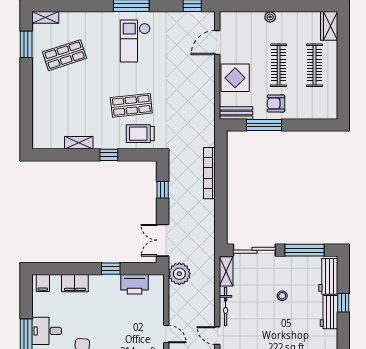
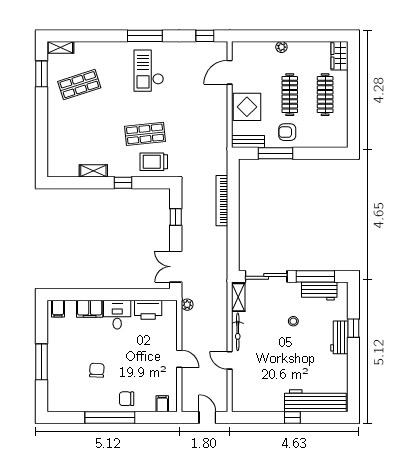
window: (111, 269) -> (125, 295), removed
plant: (179, 274) -> (187, 305), width x0.53, depth x0.53
workbench: (328, 276) -> (319, 291), moved, turned -90
desk: (47, 331) -> (117, 315), moved, turned 90

